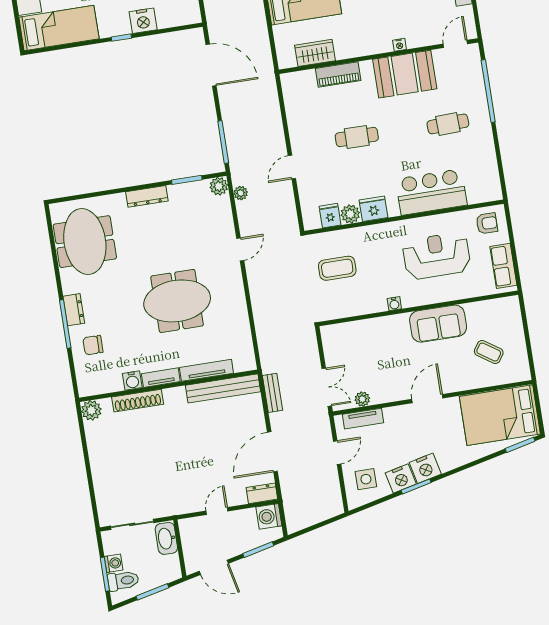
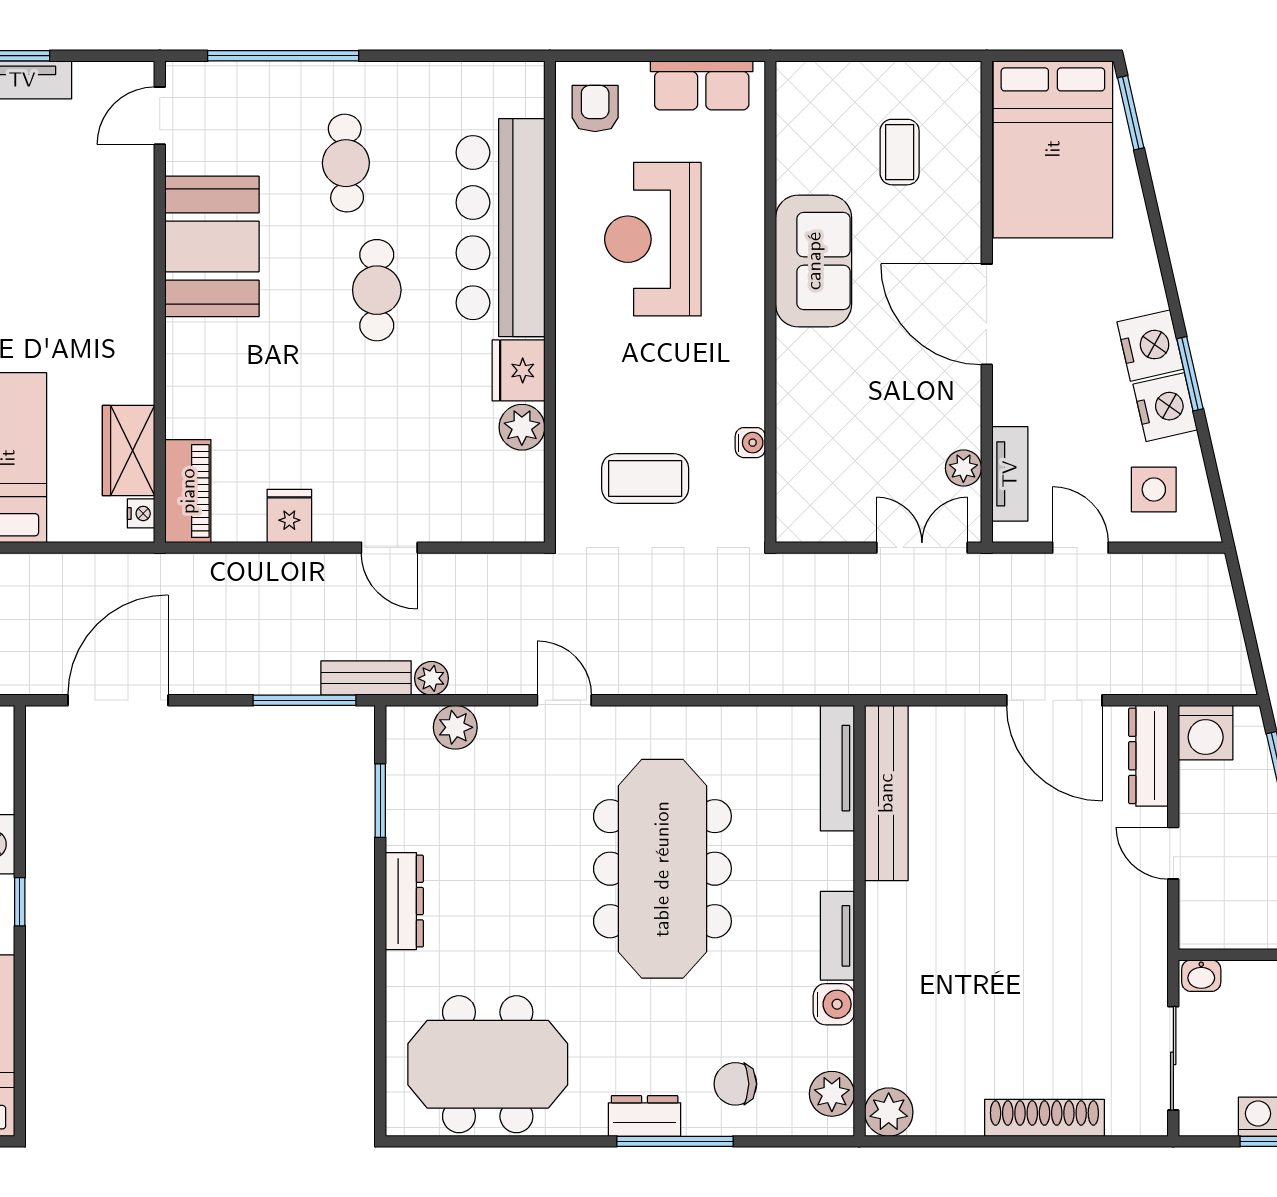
door: (455, 44) -> (160, 116), hinge flipped
nightstand: (399, 45) -> (141, 513), moved
piano: (338, 74) -> (188, 491), moved
cafe table: (357, 137) -> (377, 290), moved
plant: (219, 186) -> (455, 727), moved
bar counter: (431, 192) -> (500, 228), width x1.36
fridge: (330, 216) -> (289, 516), moved, turned 90
coffee table: (337, 268) -> (645, 478), turned 90
meeting table: (177, 301) -> (662, 869), width x1.36
water cooler: (394, 304) -> (750, 443), moved
chair: (93, 345) -> (735, 1084), turned 90
coffee table: (489, 352) -> (900, 152), turned -34
tv unit: (206, 370) -> (837, 768), moved
plant: (95, 386) -> (832, 1094), added
bench: (272, 393) -> (366, 678), moved
door: (427, 399) -> (987, 314), width x1.36
shoe rack: (138, 401) -> (1044, 1118), moved, turned -90
dresser: (262, 493) -> (1148, 756), width x1.44
washbasin: (166, 538) -> (1201, 976), width x0.52, depth x0.69

